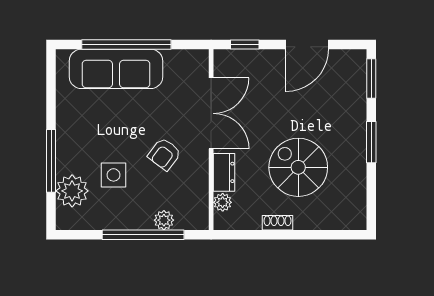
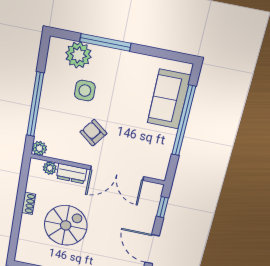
sofa: (116, 69) -> (169, 99), width x0.73
plant: (164, 220) -> (39, 148), moved

